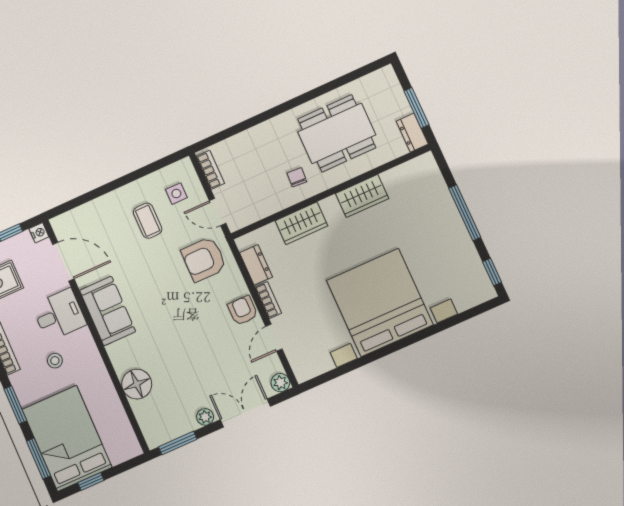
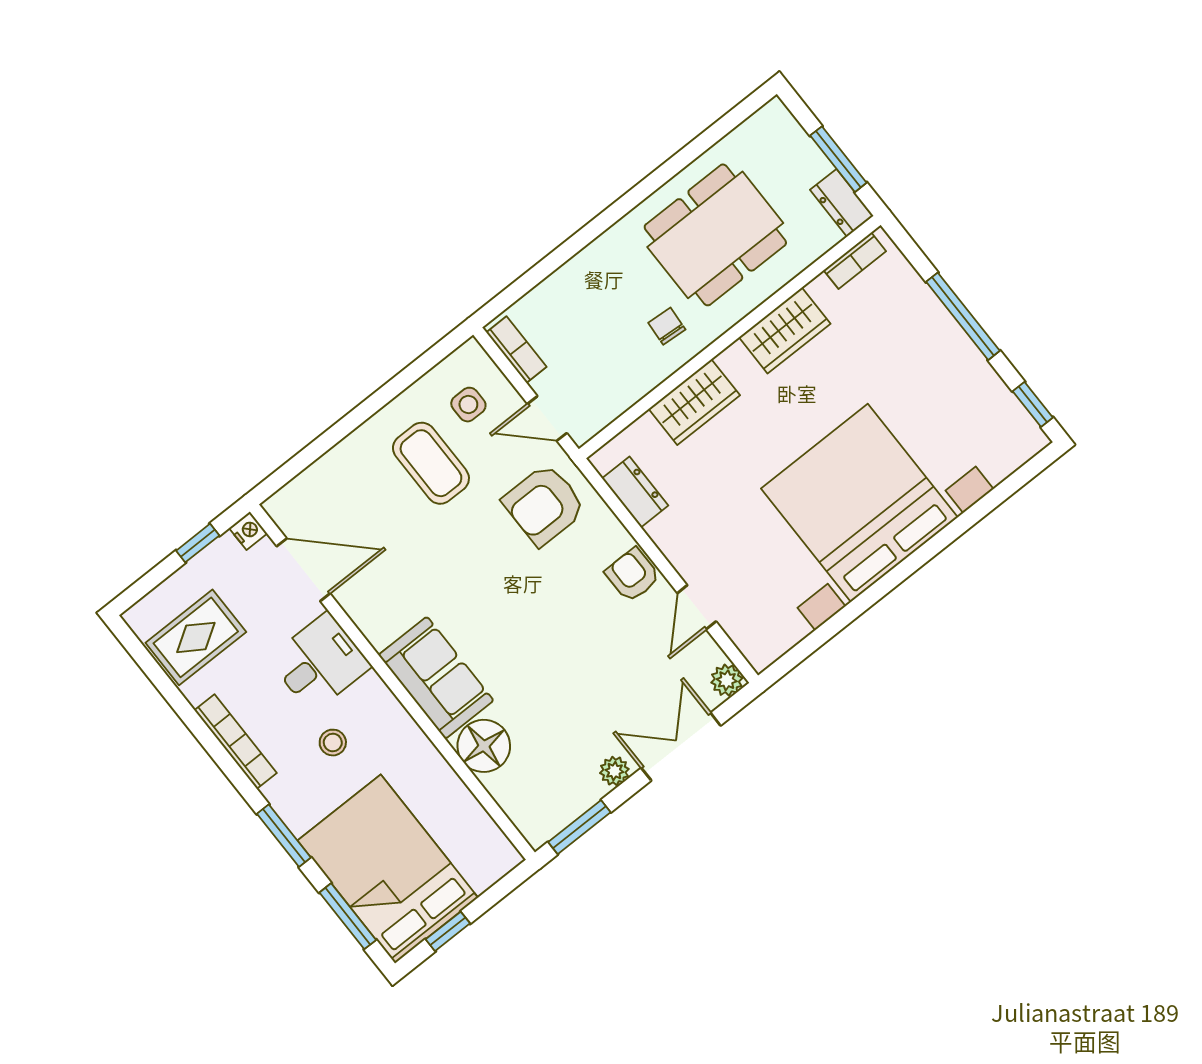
coffee table: (148, 221) -> (431, 463), width x1.36, depth x1.30
bookcase: (268, 300) -> (855, 261), moved, turned 90
sofa: (108, 311) -> (436, 678), moved

